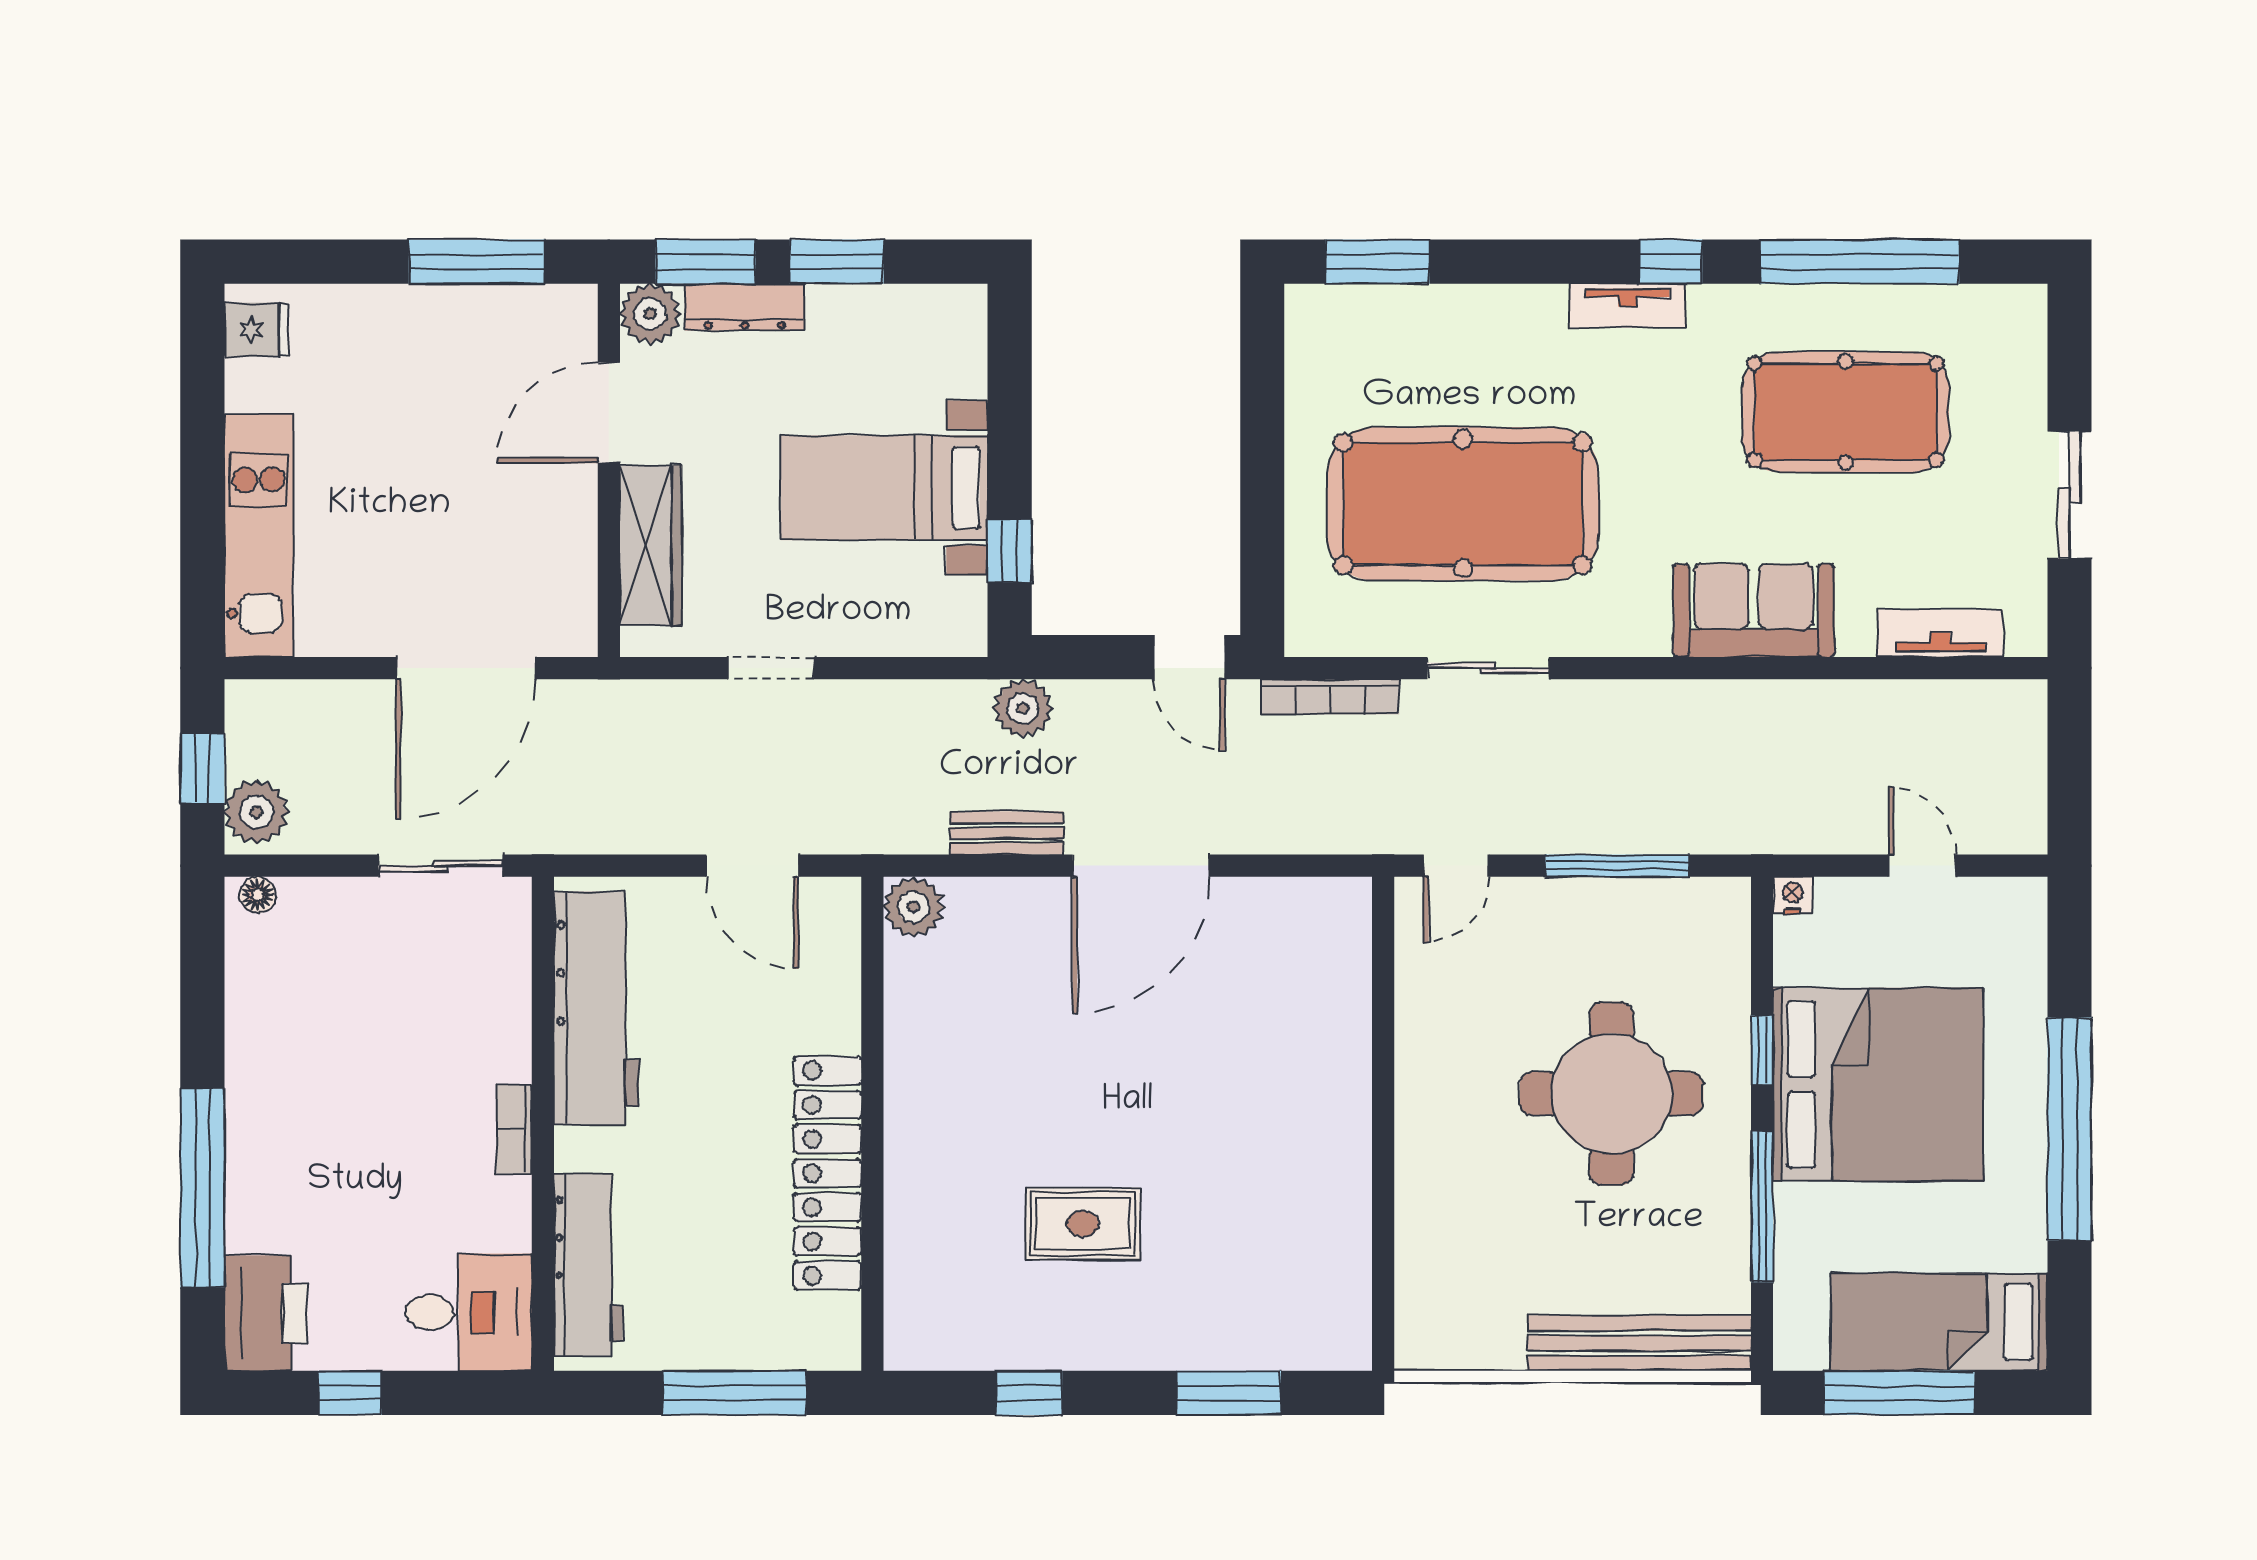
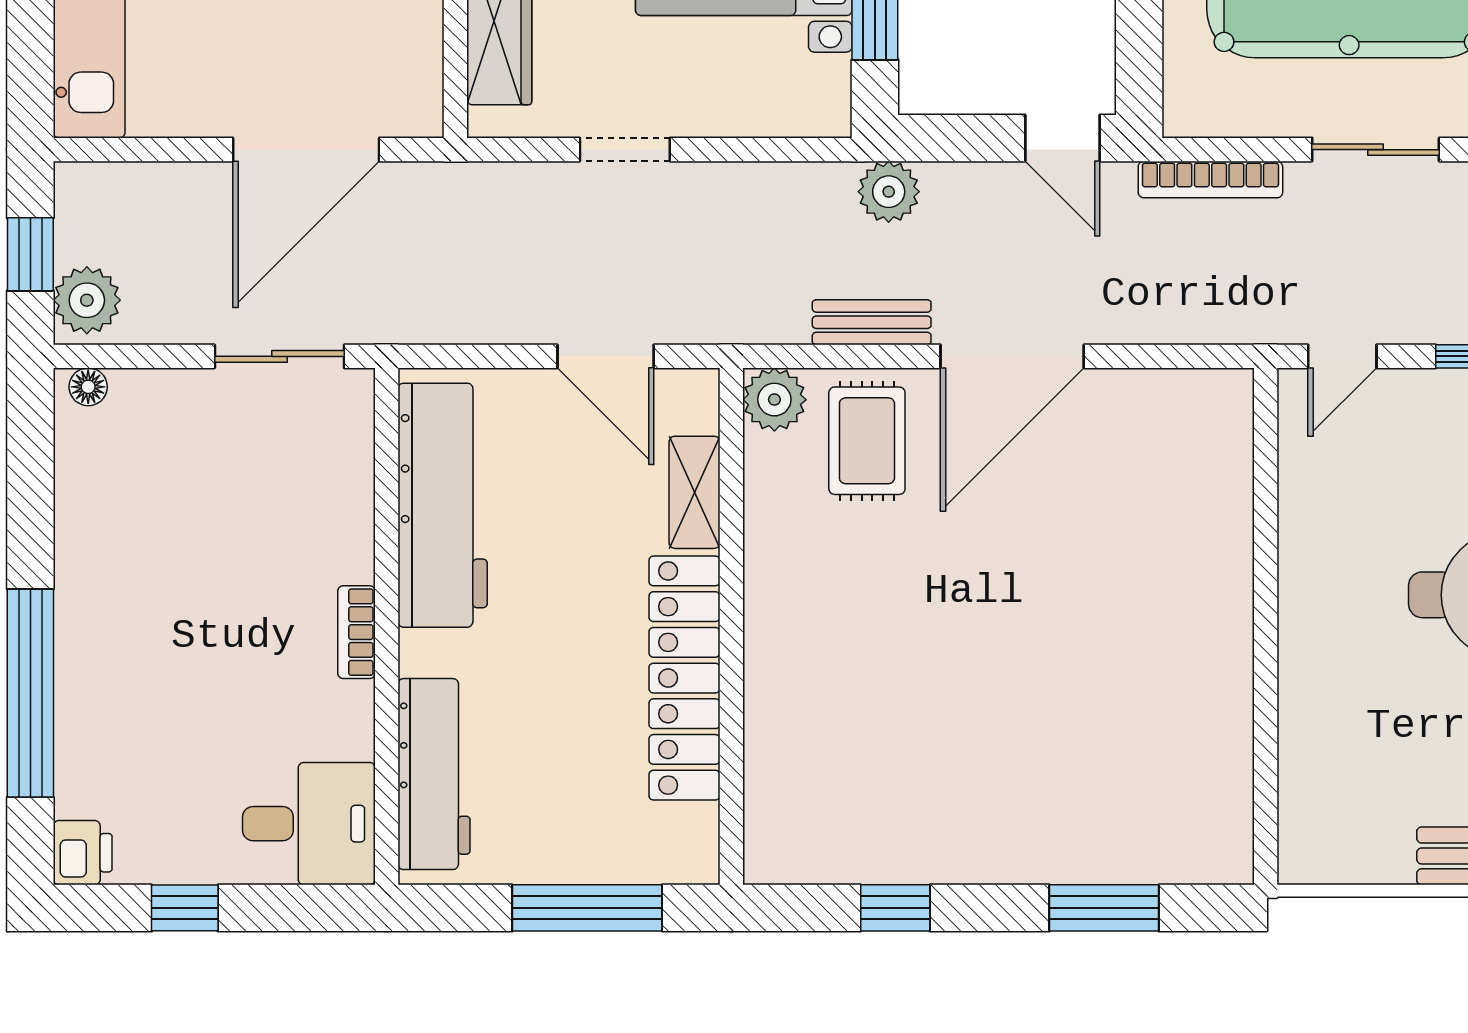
shelving: (837, 996) -> (694, 492), added
rug: (1083, 1224) -> (867, 441), moved, turned 90
printer: (266, 1313) -> (83, 853), width x0.53, depth x0.68

